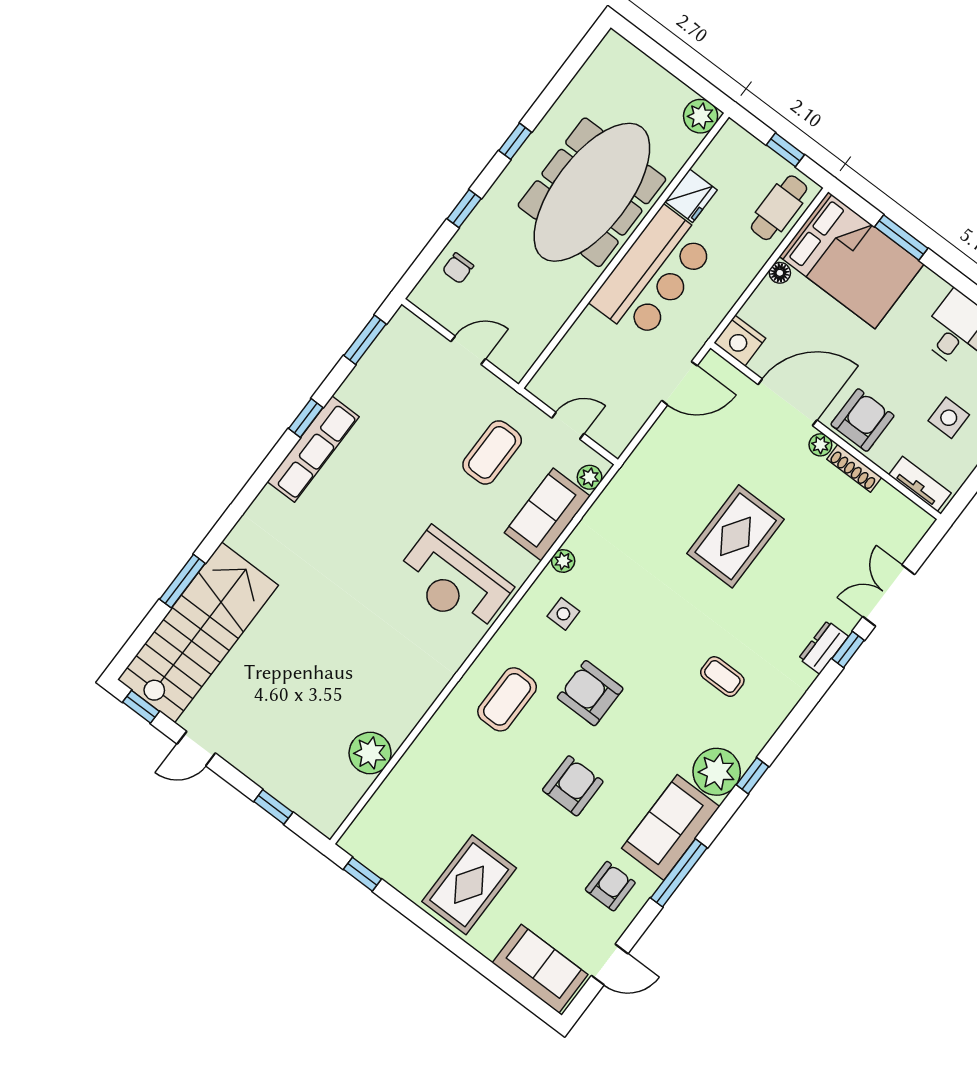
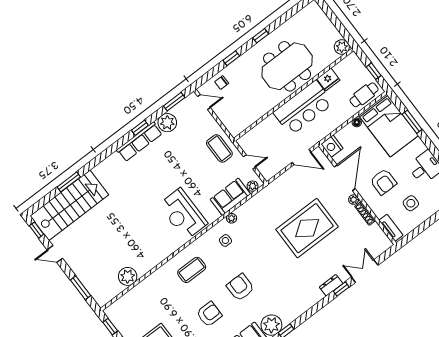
meeting table: (592, 192) -> (287, 66), width x0.73
door: (468, 350) -> (204, 102), moved
plant: (363, 390) -> (167, 123), added
door: (787, 402) -> (345, 178), hinge flipped
armchair: (862, 420) -> (383, 182), moved, turned 90
coffee table: (492, 452) -> (219, 148), moved, turned 90
rug: (736, 536) -> (307, 228), width x1.37, depth x1.44
coffee table: (722, 677) -> (285, 286), removed
armchair: (590, 693) -> (240, 287), moved
window: (273, 807) -> (81, 288), width x1.50

